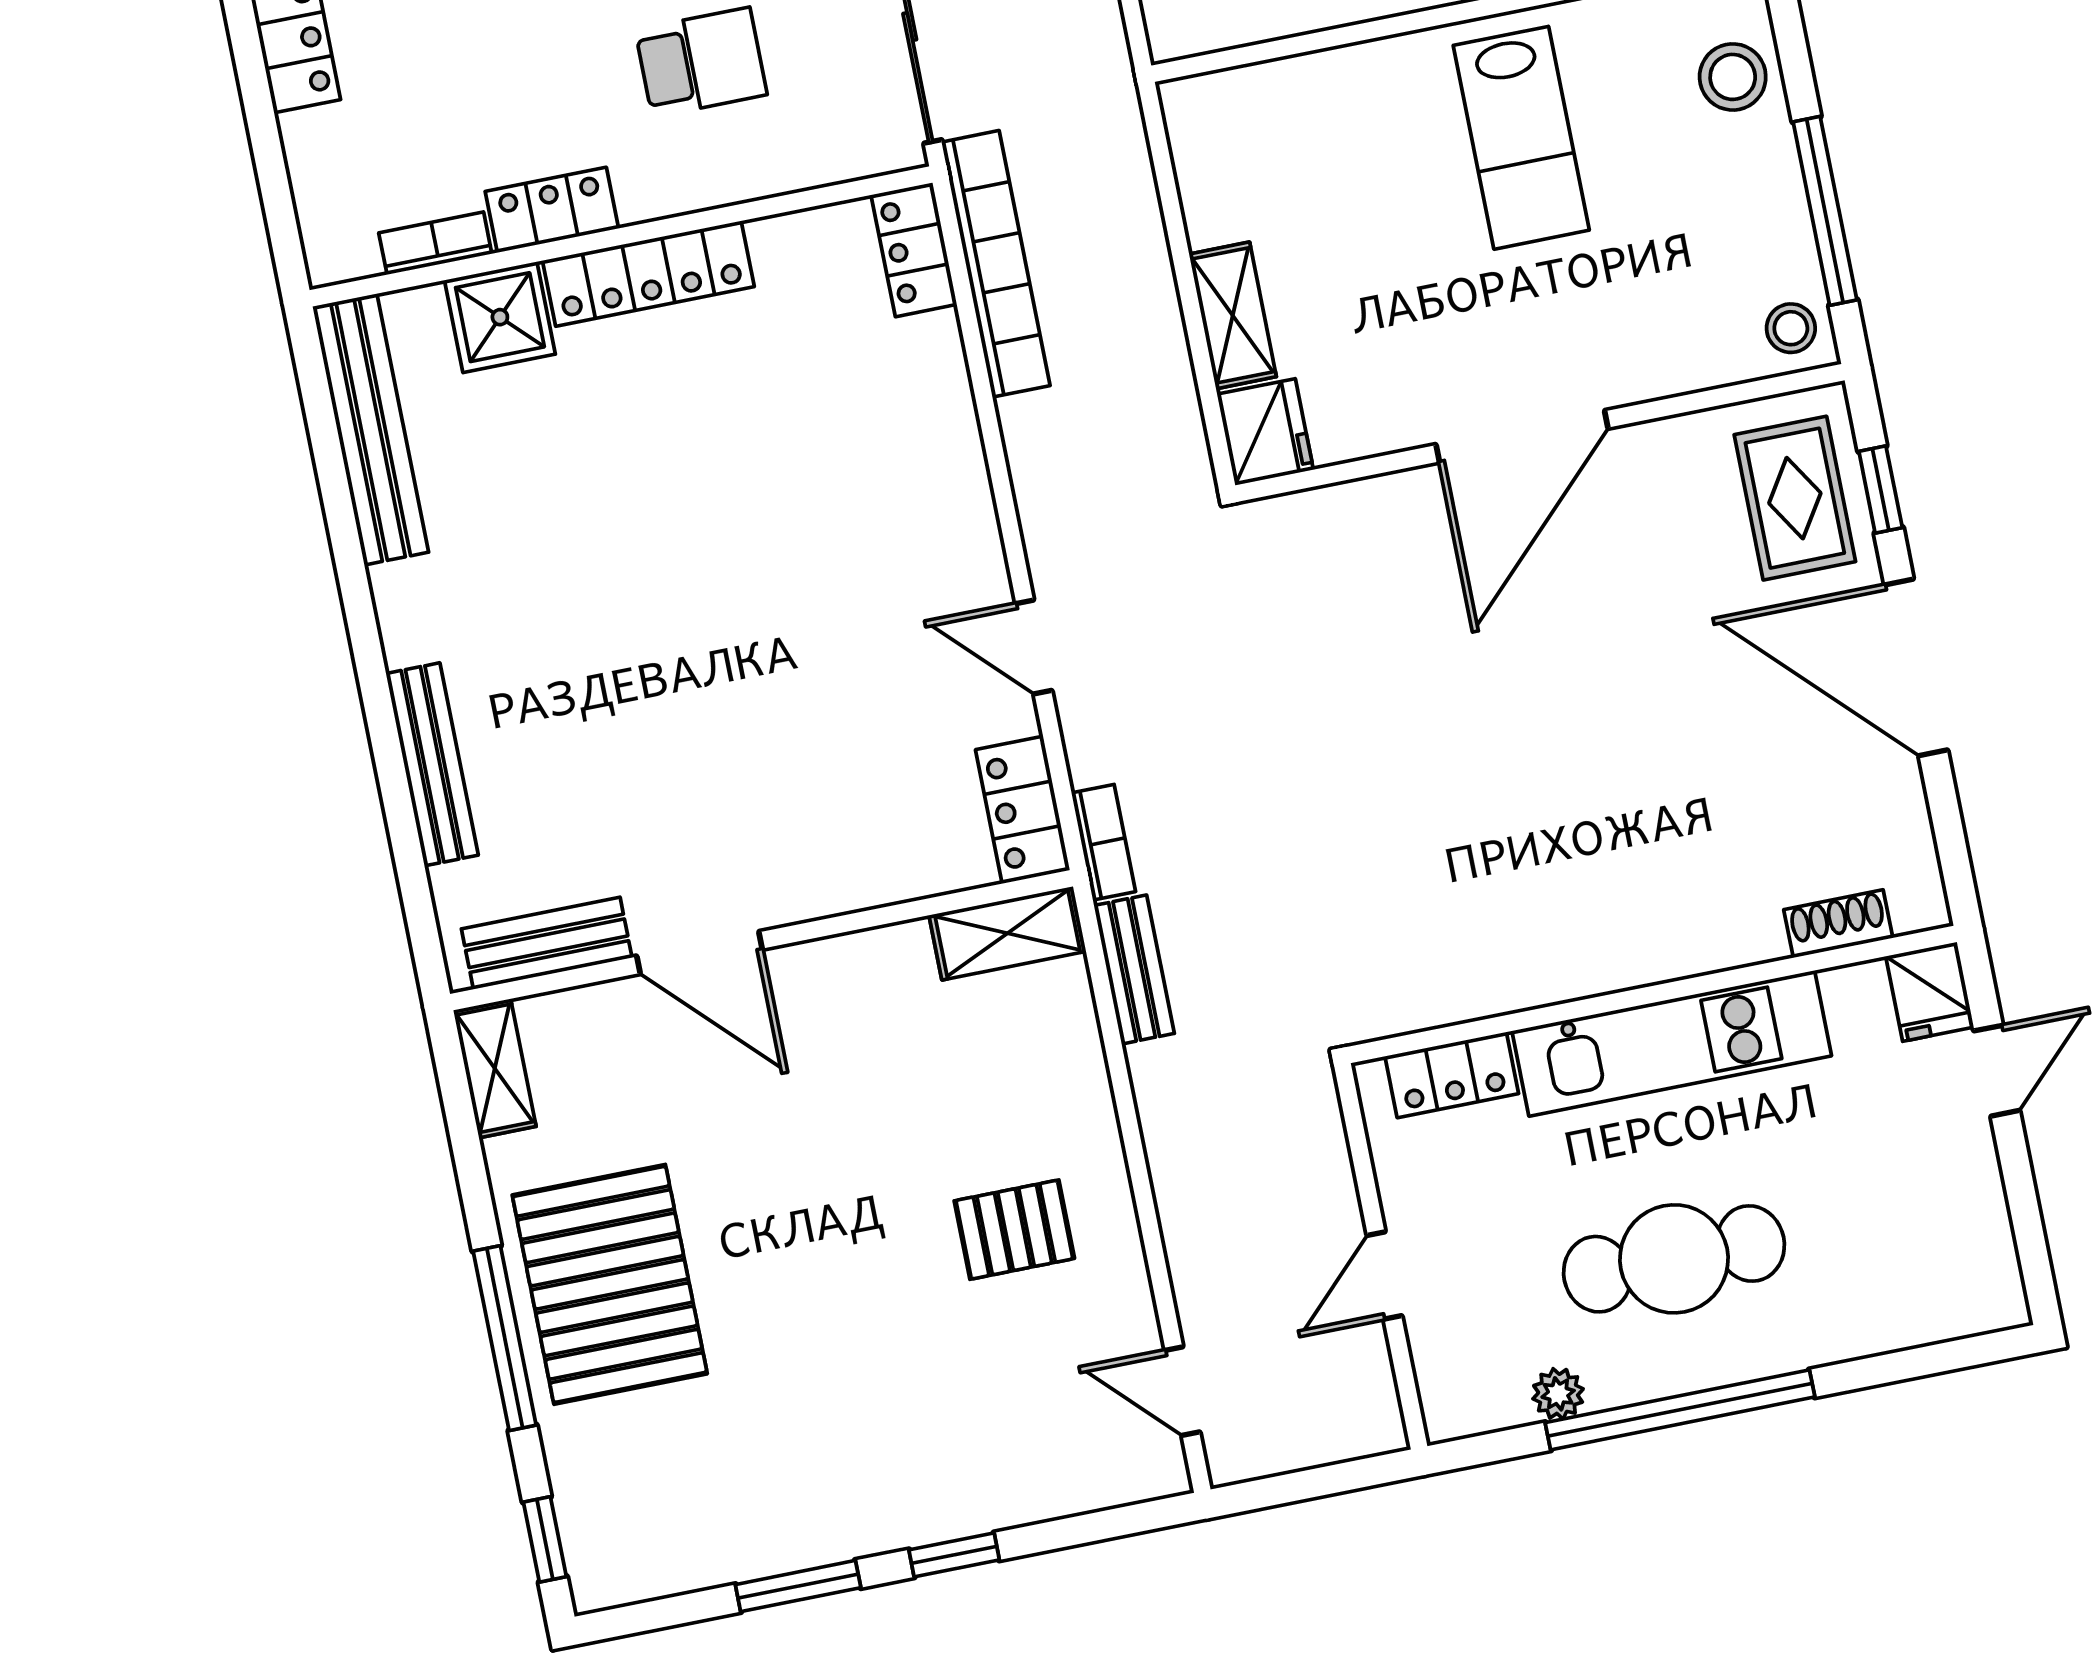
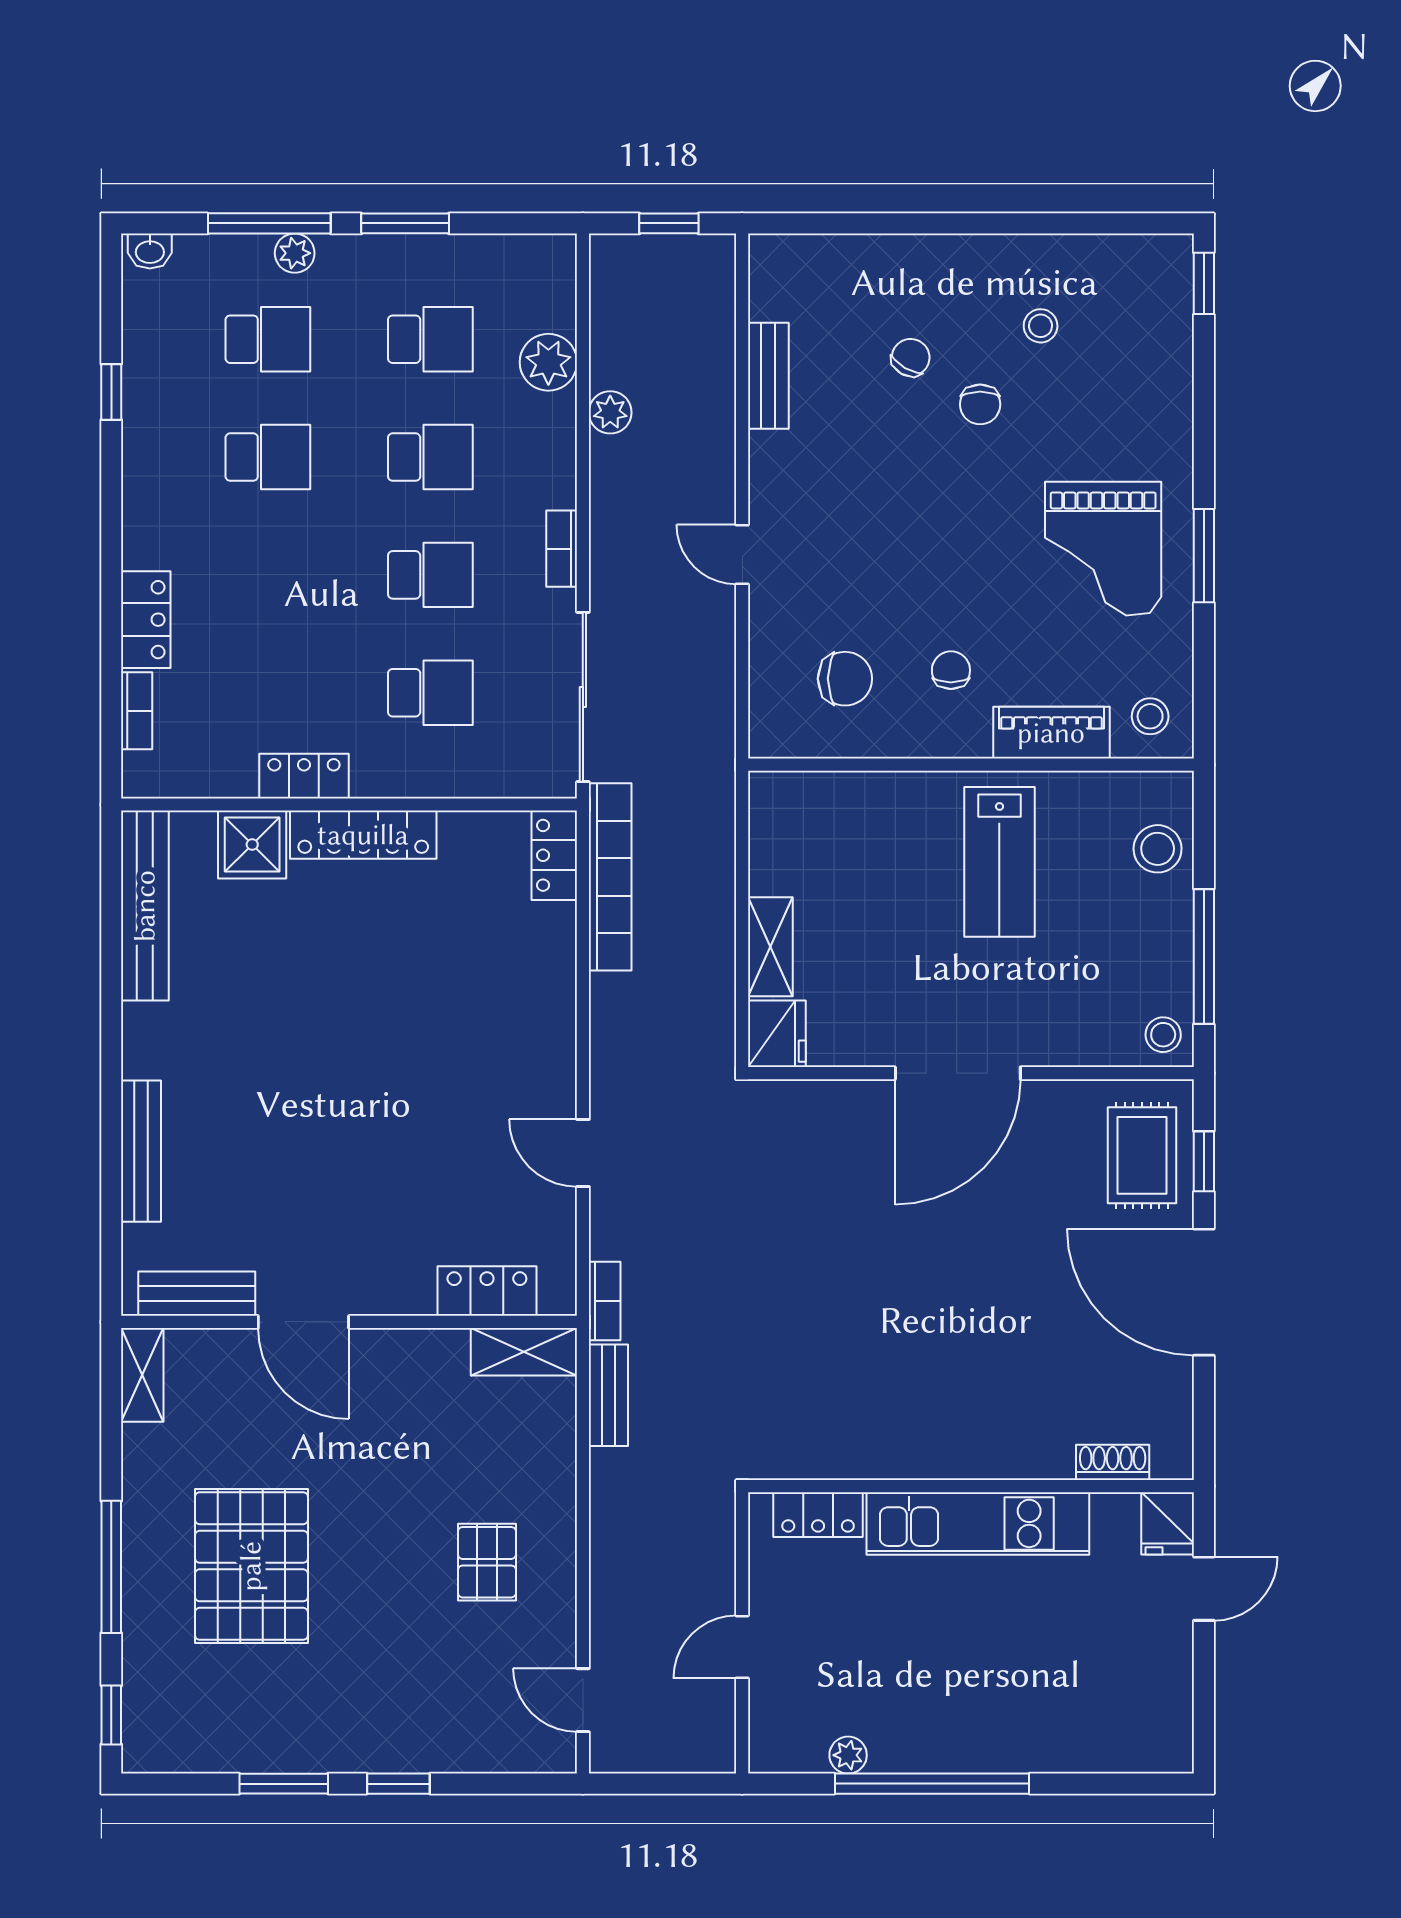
bookcase: (435, 243) -> (137, 711), moved, turned 90
locker: (1023, 810) -> (487, 1291), moved, turned 90
pallet: (1014, 1230) -> (487, 1562), turned 90
cafe table: (1674, 1259) -> (949, 1676), removed
pallet: (610, 1284) -> (251, 1566), moved

